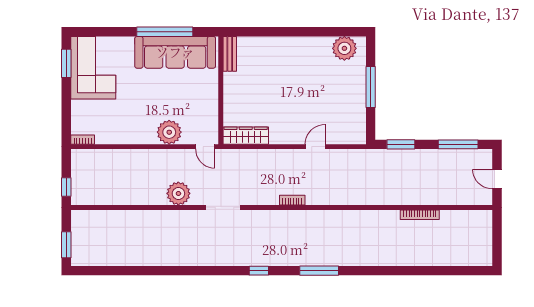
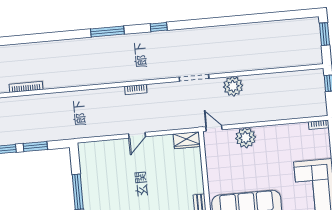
wardrobe: (246, 136) -> (187, 140), width x0.67
window: (401, 144) -> (35, 146), moved
door: (315, 147) -> (137, 135), moved

